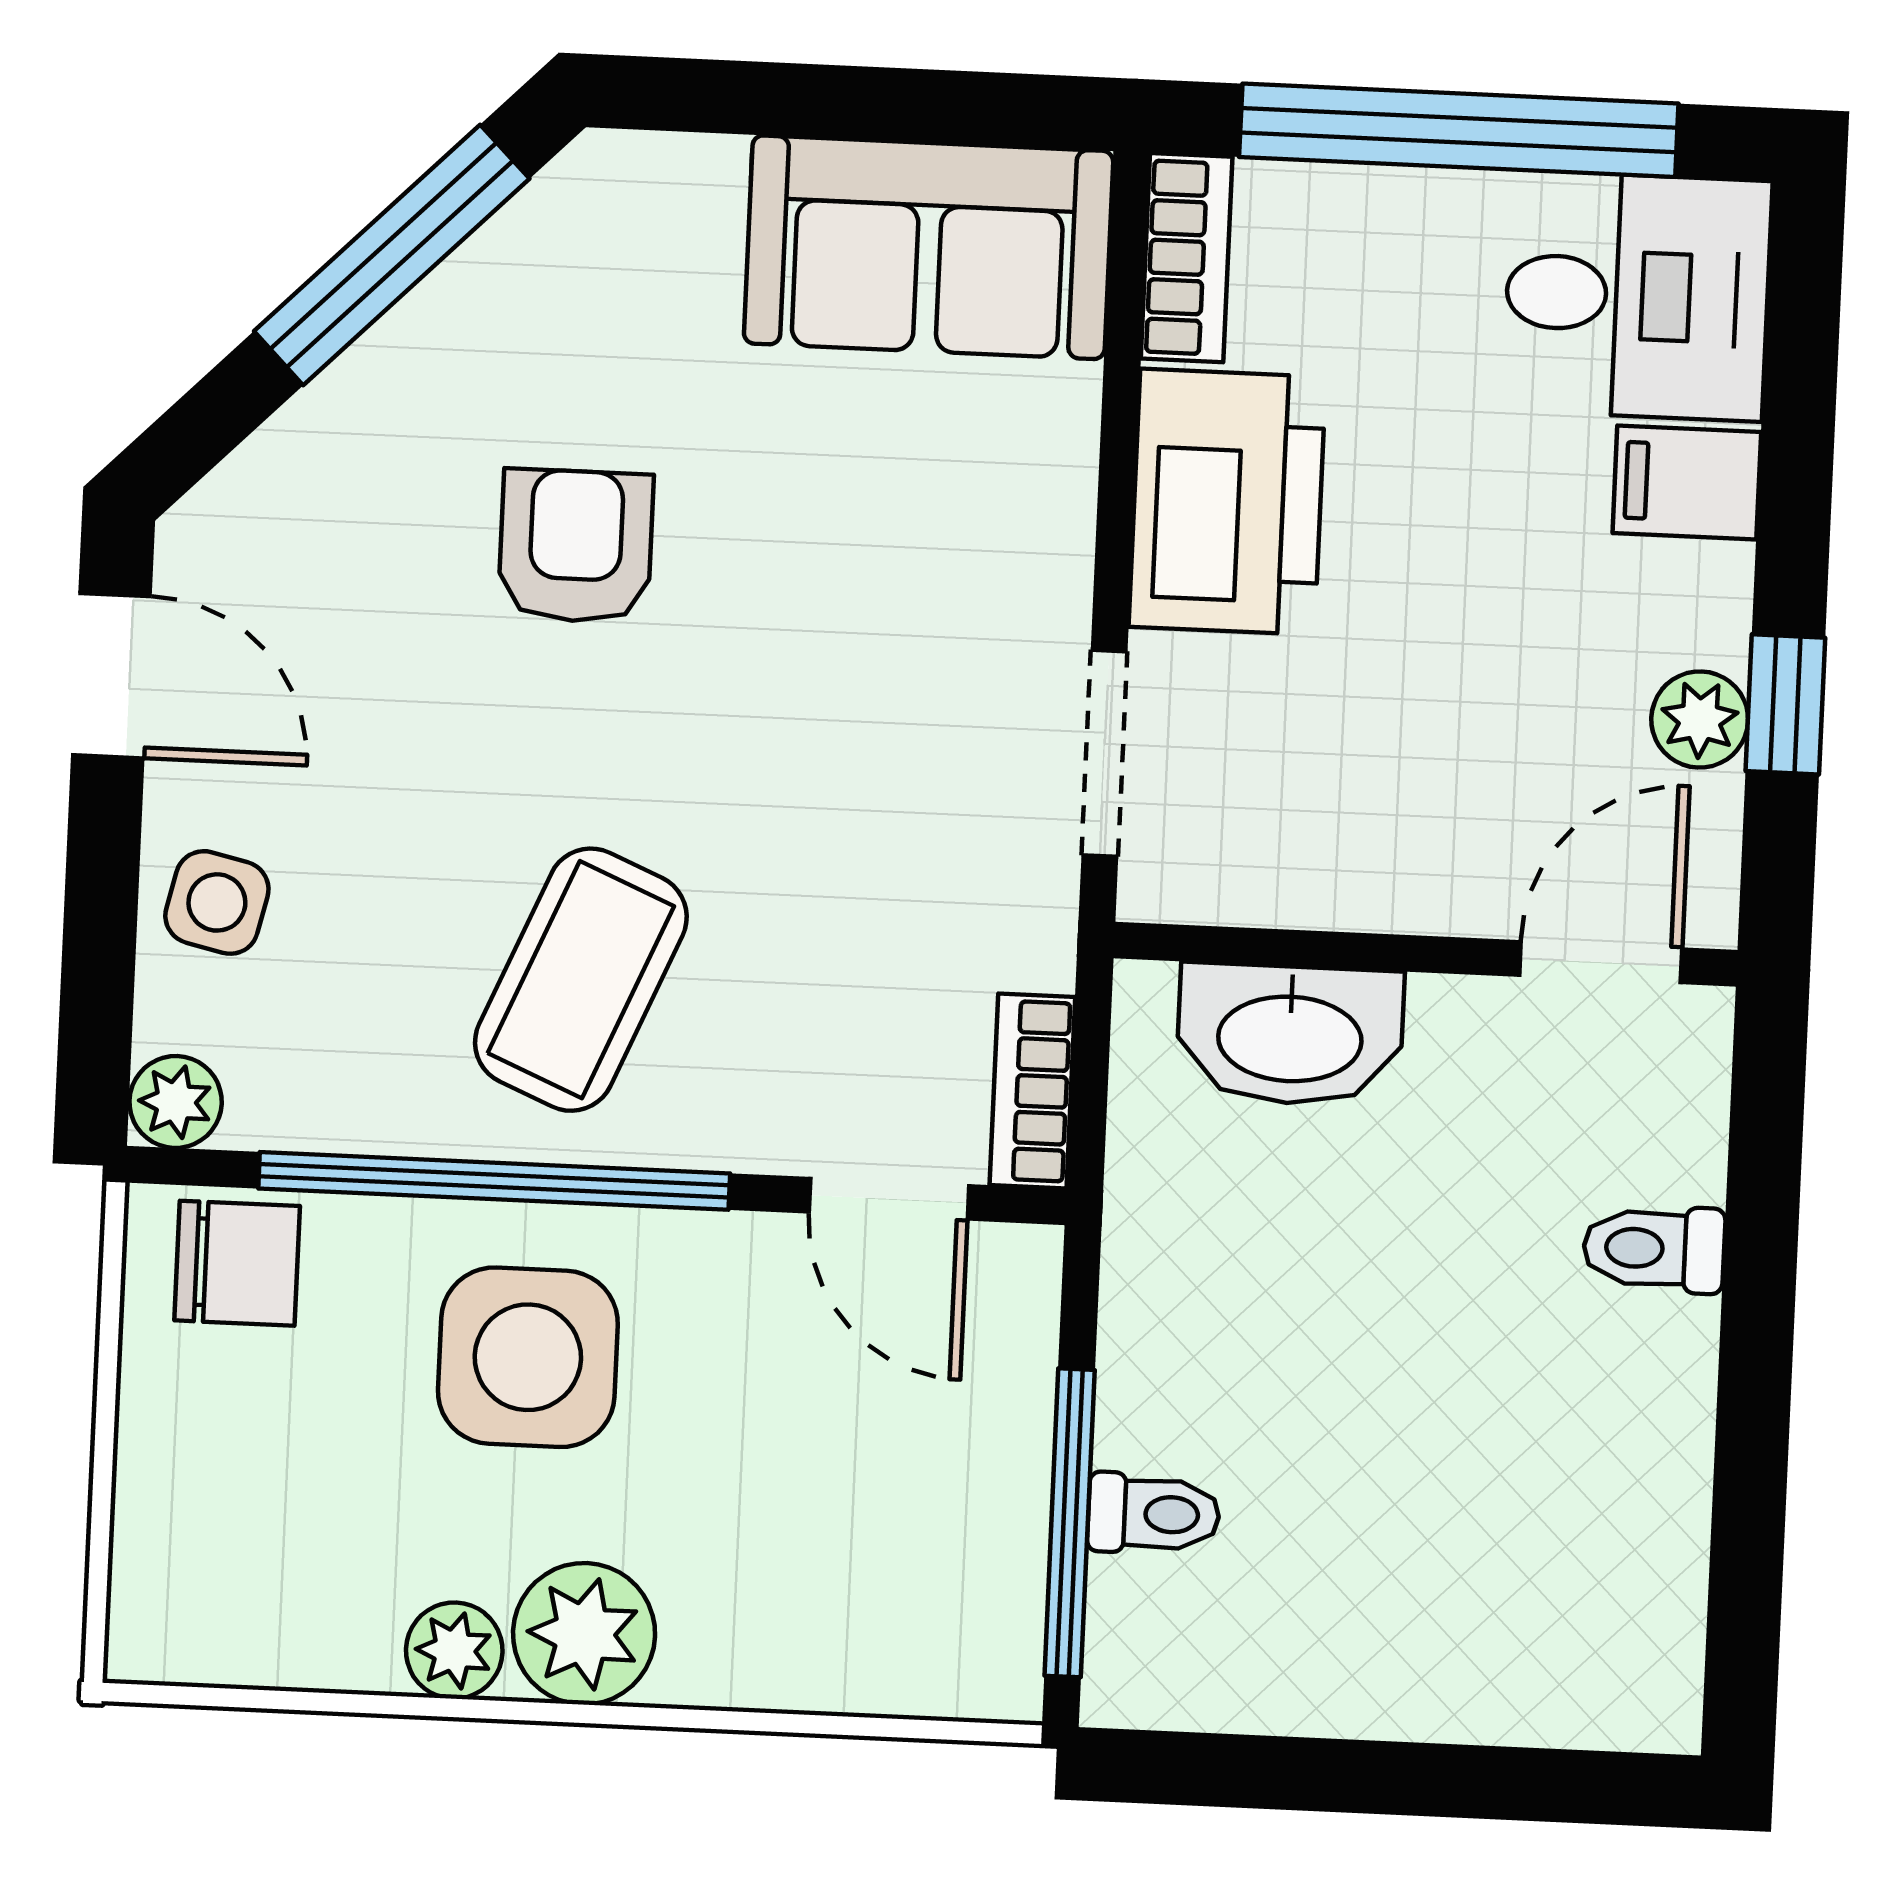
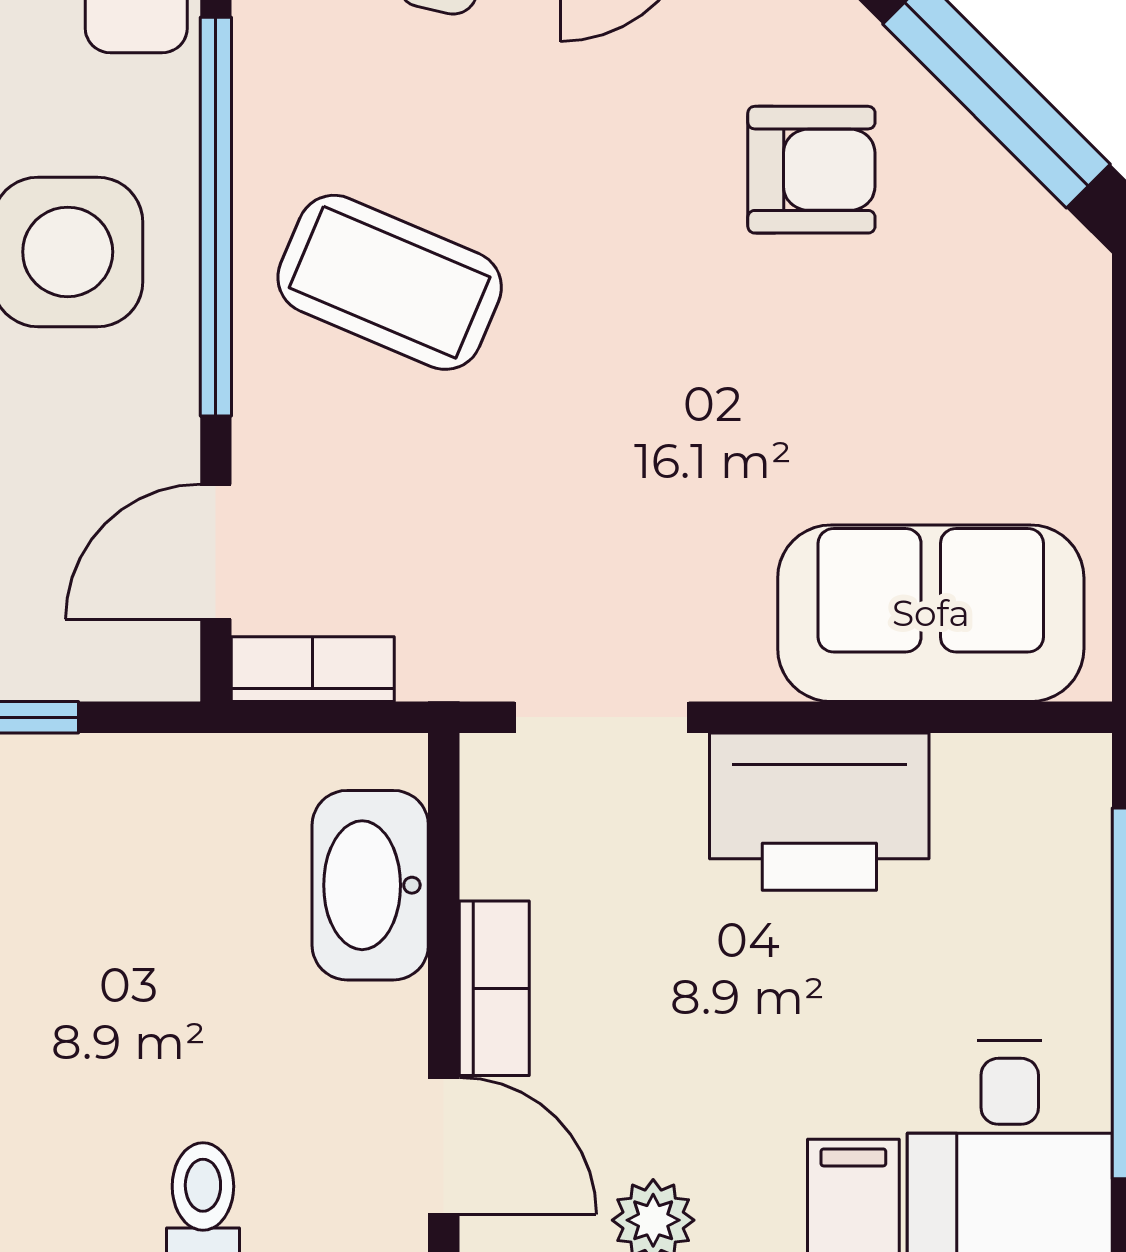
sofa: (929, 247) -> (931, 613), moved, turned 90
bookcase: (1187, 258) -> (494, 988), moved, turned -90
armchair: (576, 546) -> (811, 170), moved

